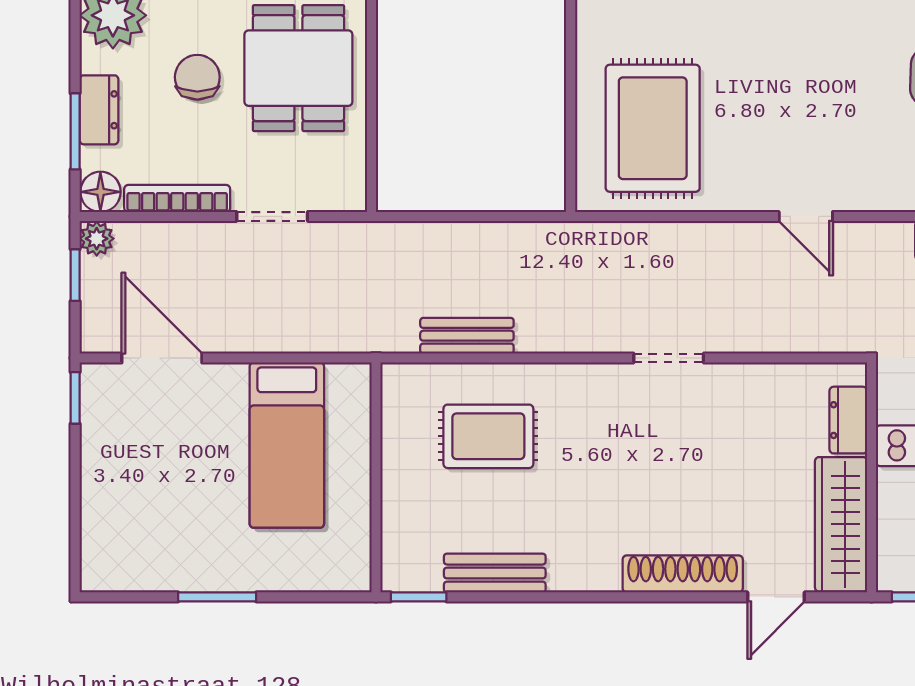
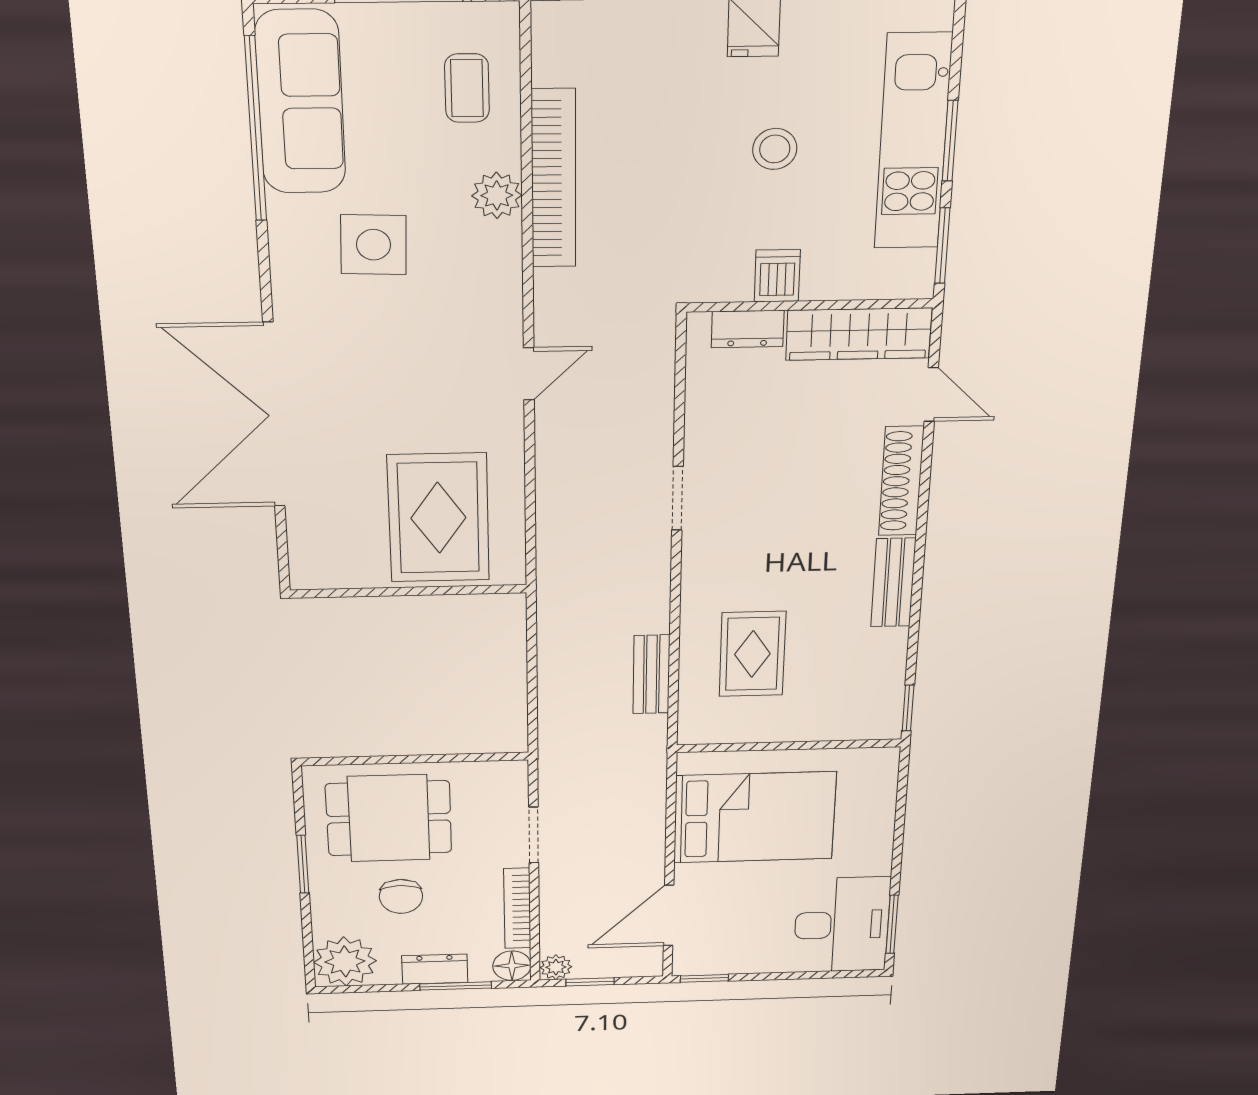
chair: (197, 77) -> (401, 896), turned -90
rug: (653, 128) -> (438, 518), turned 90
bed: (287, 445) -> (755, 817), width x1.50
desk: (143, 543) -> (842, 925), added
bench: (495, 573) -> (893, 583), moved
window: (217, 597) -> (892, 924), moved

